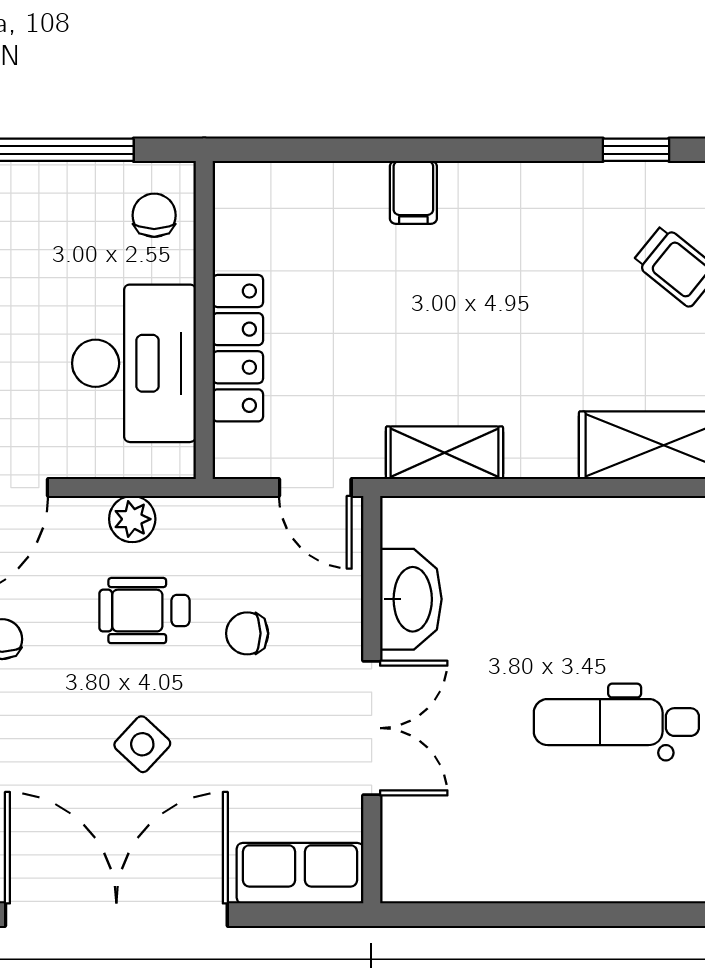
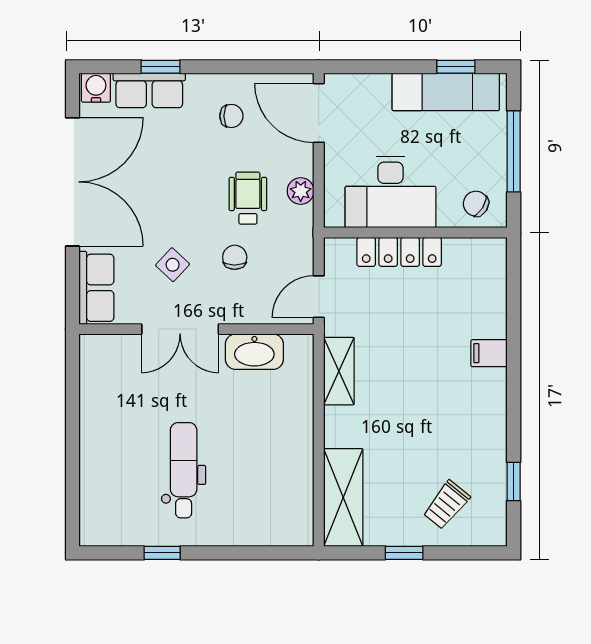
chair: (154, 215) -> (476, 204), turned -148
side table: (142, 744) -> (173, 265), moved

